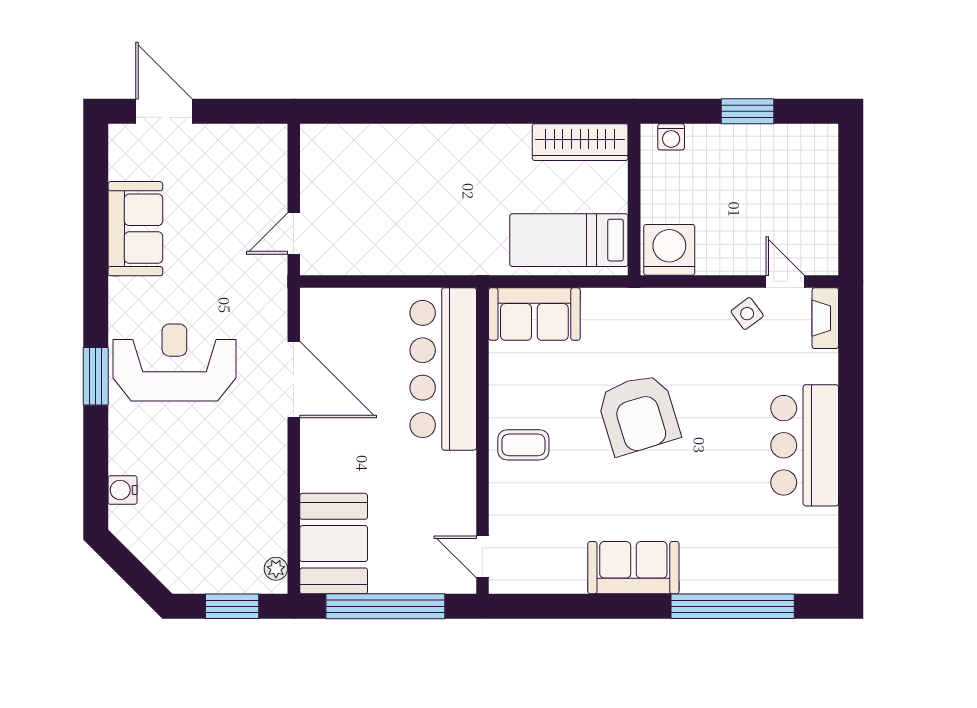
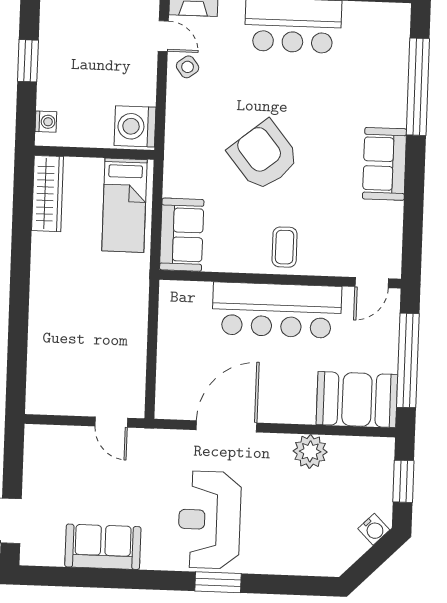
door: (785, 281) -> (163, 36), swing flipped
bar counter: (443, 369) -> (277, 310), moved
armchair: (638, 414) -> (264, 156), turned -112
water cooler: (122, 490) -> (374, 529), moved, turned -45
plant: (276, 569) -> (310, 451), moved, width x1.88, depth x1.88

